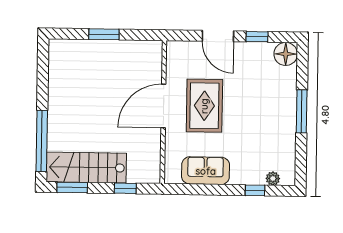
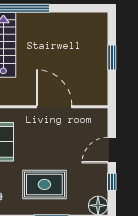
rug: (204, 106) -> (44, 184), moved

